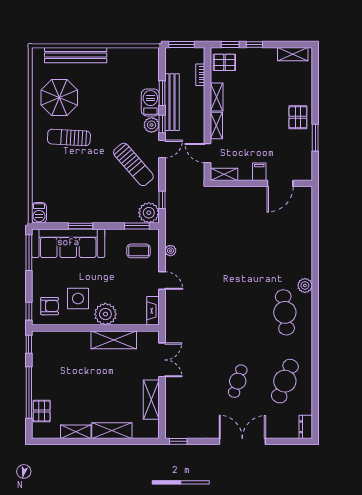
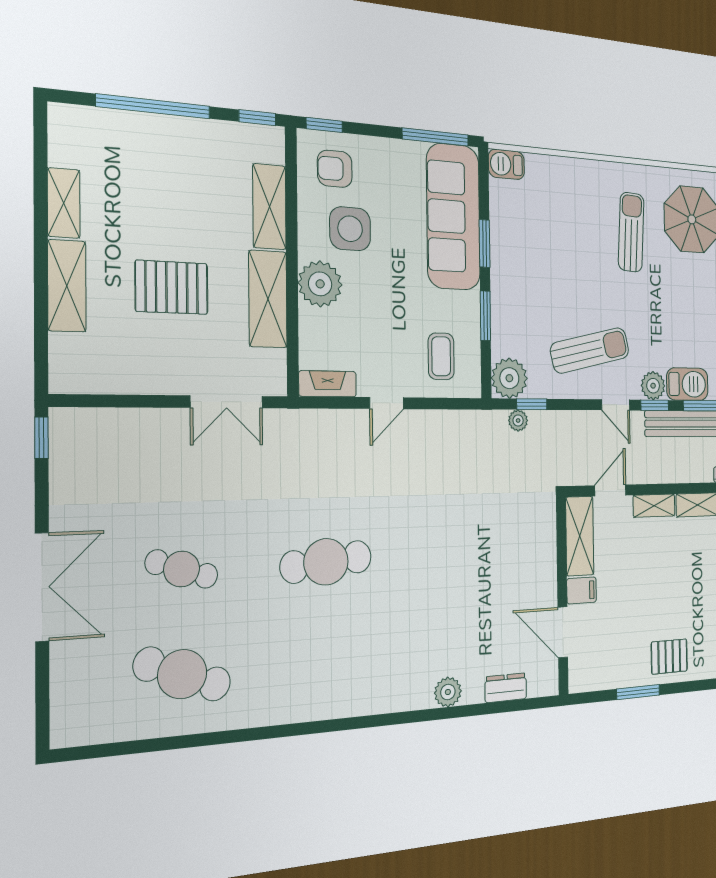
sun lounger: (133, 164) -> (590, 350), turned -152
shelving: (224, 174) -> (580, 536), width x1.50, depth x1.33
window: (137, 226) -> (485, 316), moved
plant: (170, 251) -> (518, 420), moved
plant: (305, 285) -> (448, 692), moved
armchair: (50, 306) -> (335, 169), turned 90
cafe table: (285, 312) -> (326, 562), moved
shelving: (151, 400) -> (269, 207), moved, turned 90
pallet: (42, 411) -> (172, 287), moved, width x1.50, depth x1.42
dresser: (306, 427) -> (506, 688), moved

